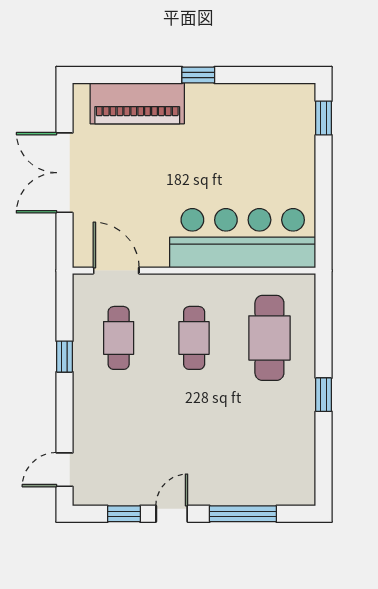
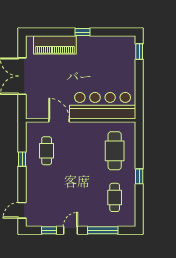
door: (116, 271) -> (59, 120), moved
cafe table: (194, 338) -> (115, 197), moved

